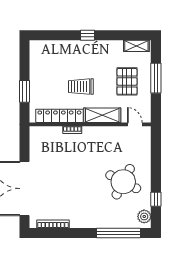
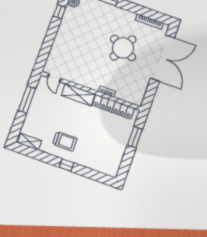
window: (156, 78) -> (27, 99), moved
pallet: (127, 81) -> (48, 115), removed
trolley: (81, 87) -> (65, 141), moved
round table: (123, 182) -> (123, 48), moved

